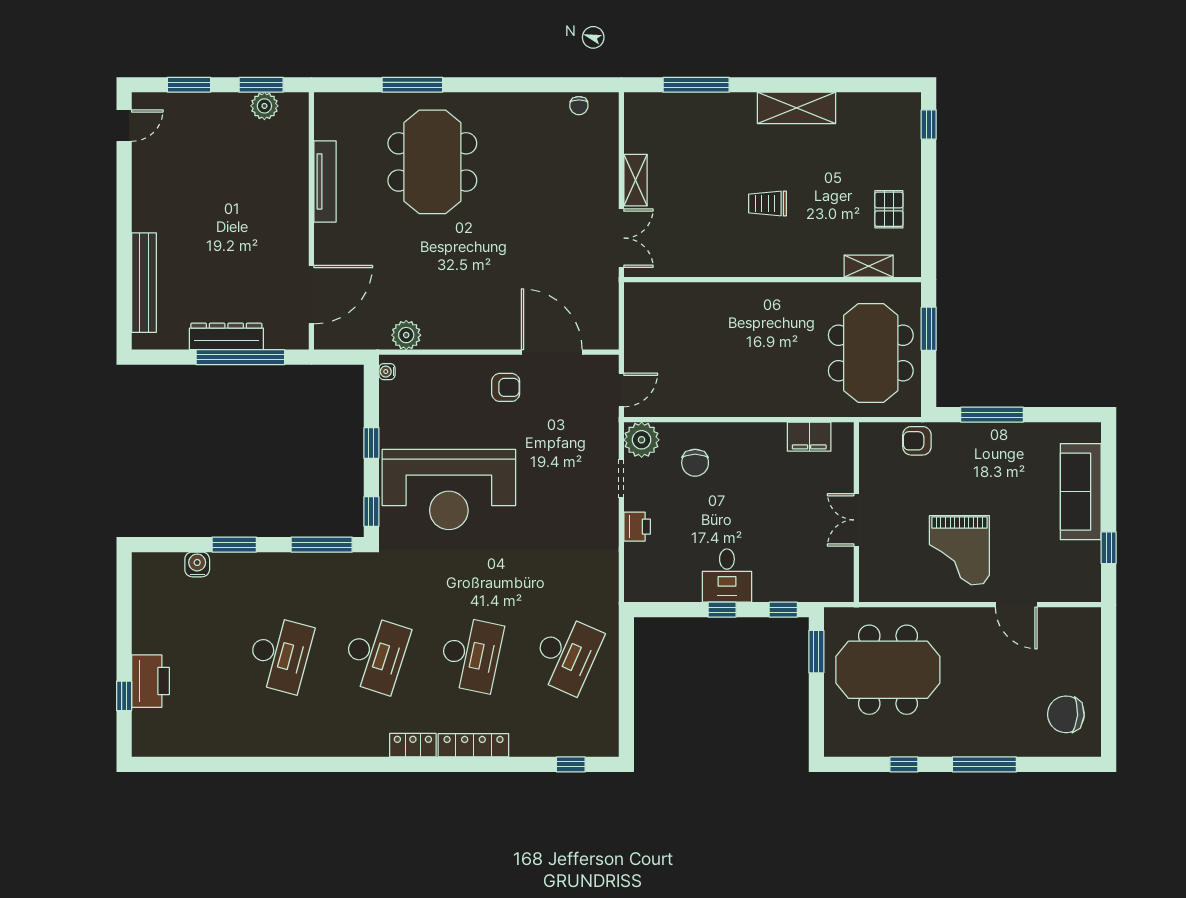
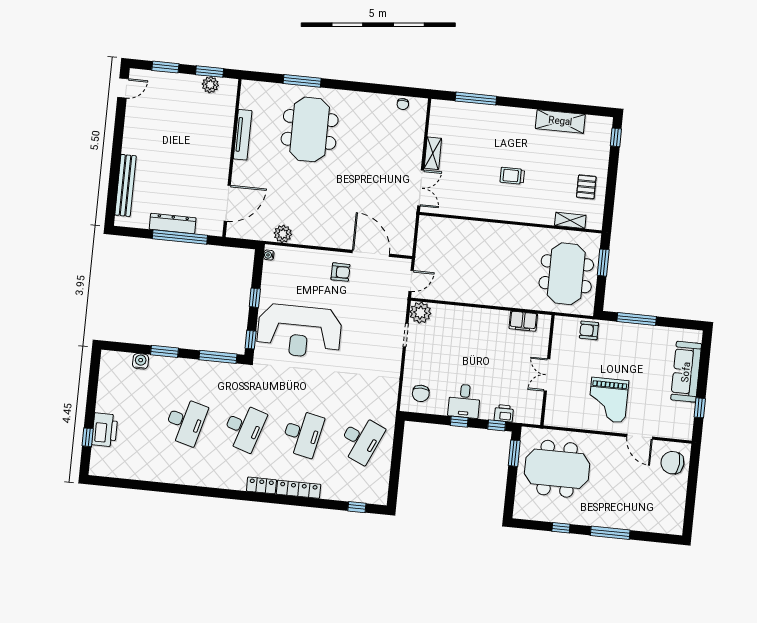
shelving: (796, 108) -> (560, 121), moved
chair: (695, 463) -> (421, 393), moved
printer: (637, 527) -> (504, 413), moved, turned -90
chair: (1066, 714) -> (672, 463), moved

